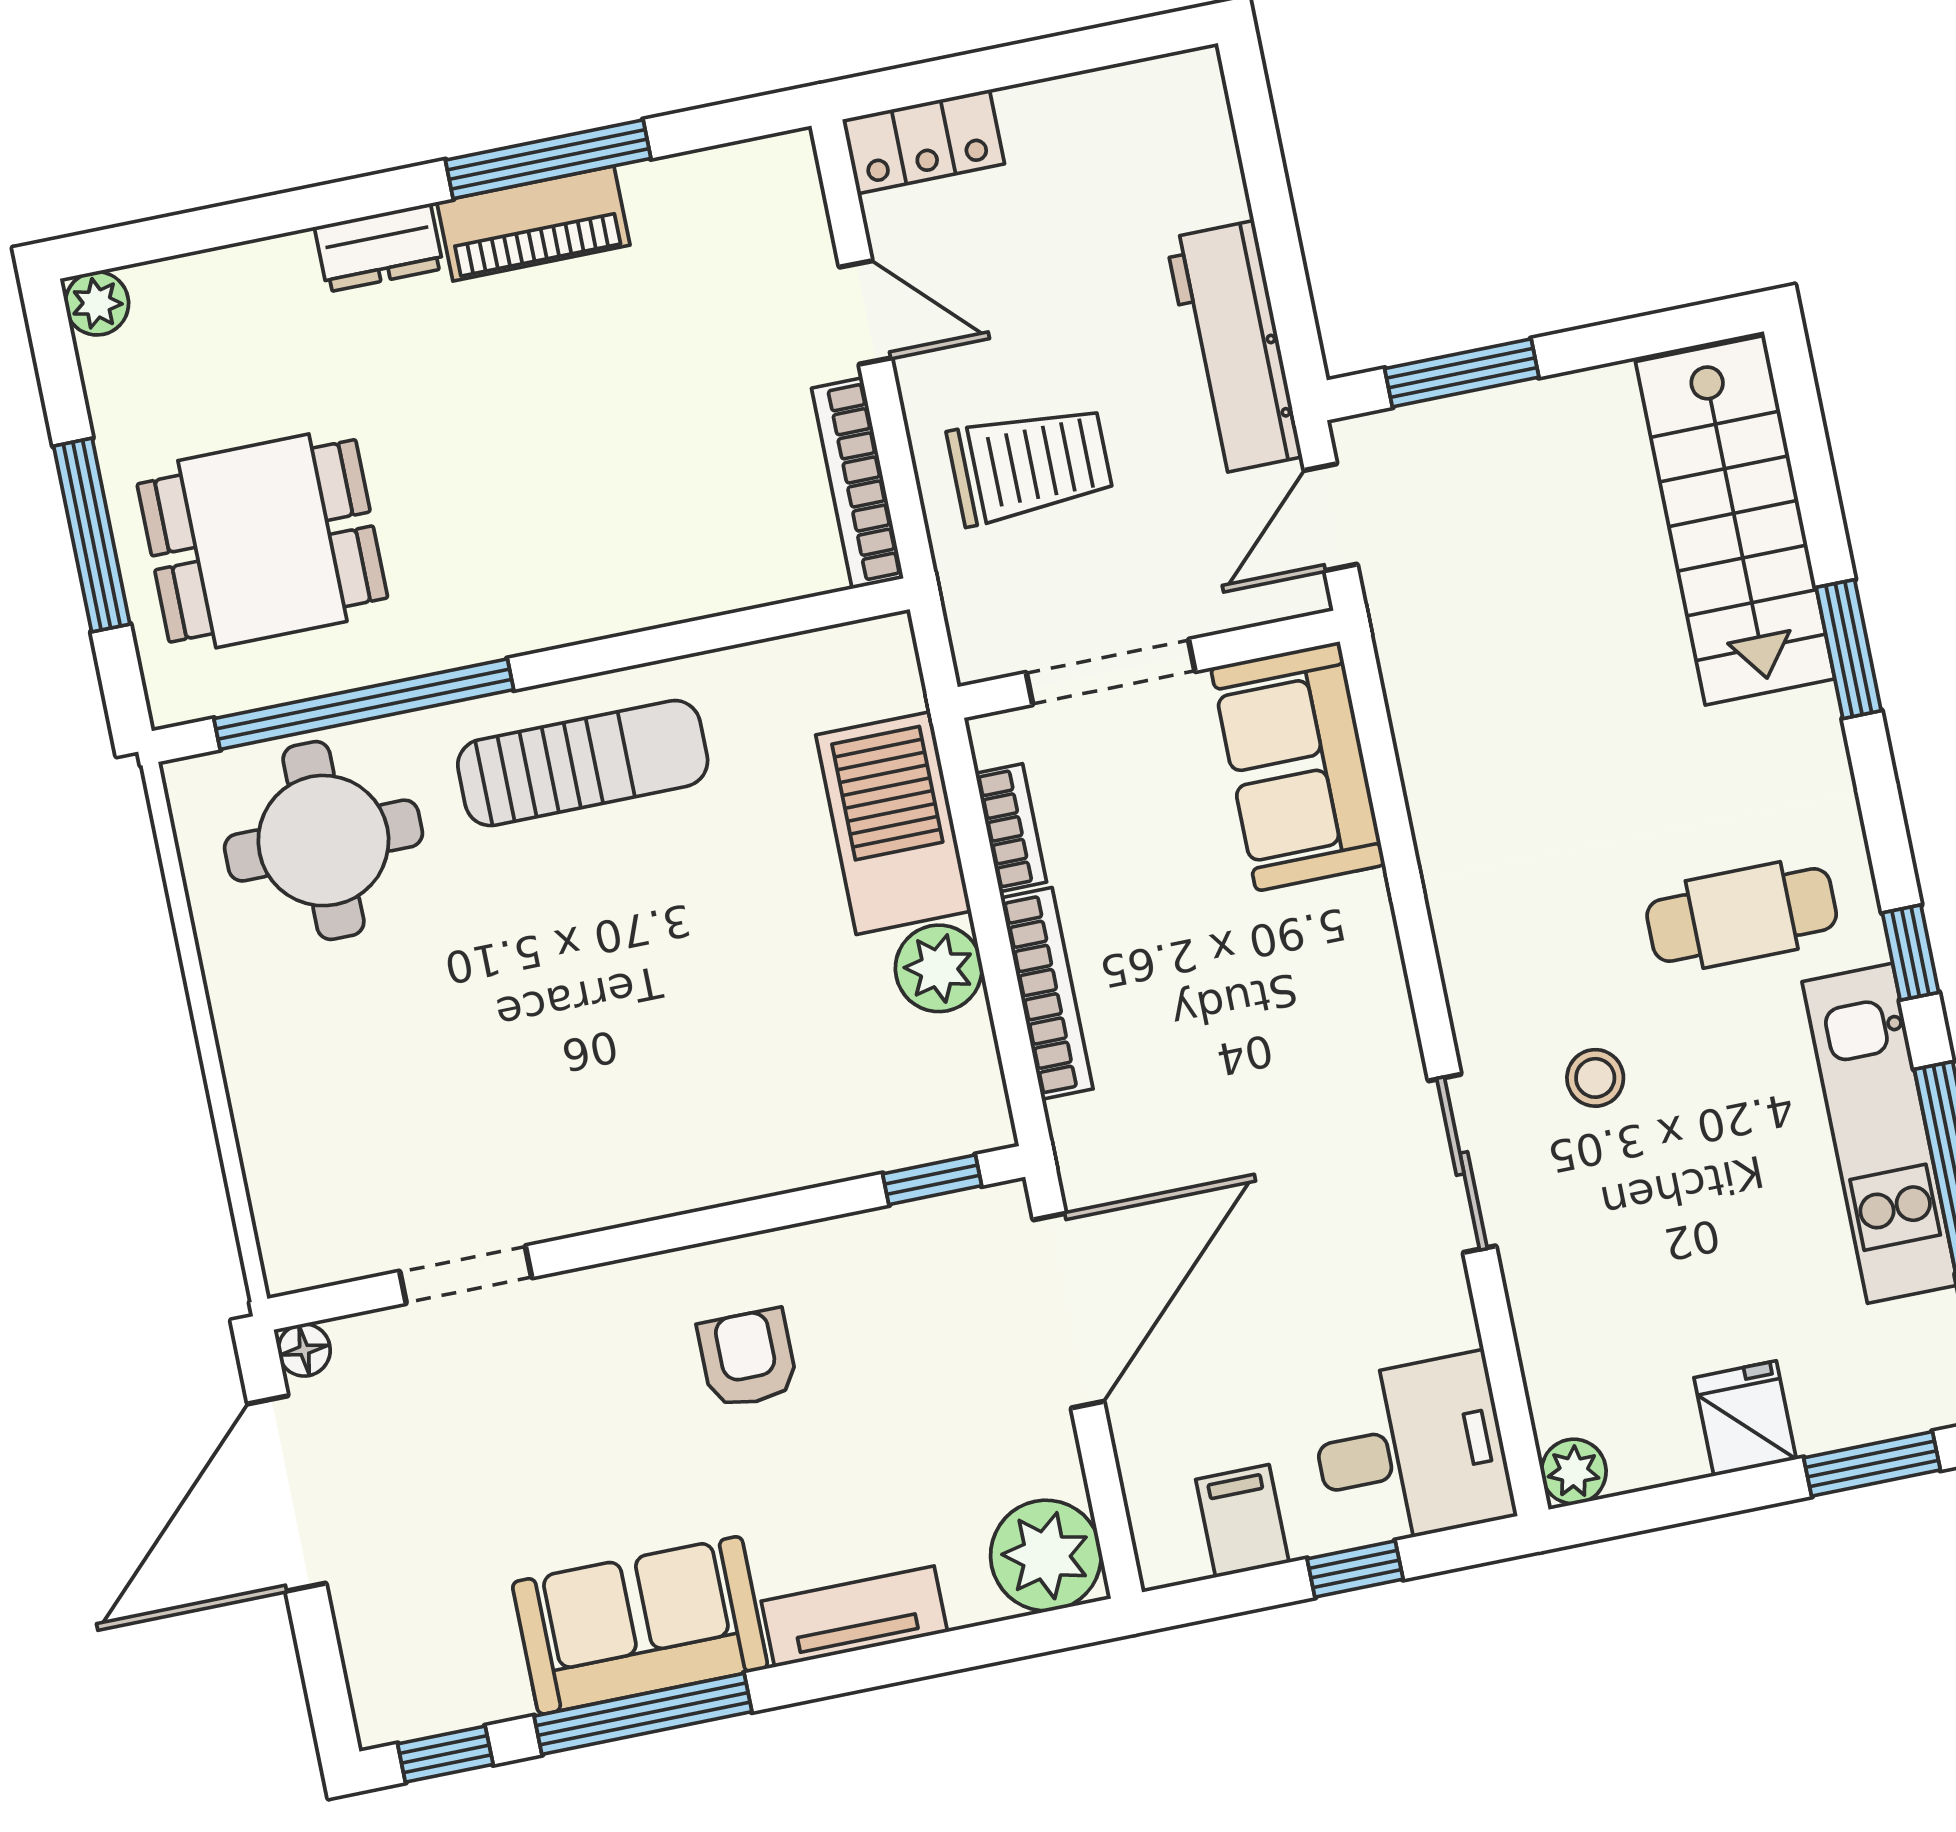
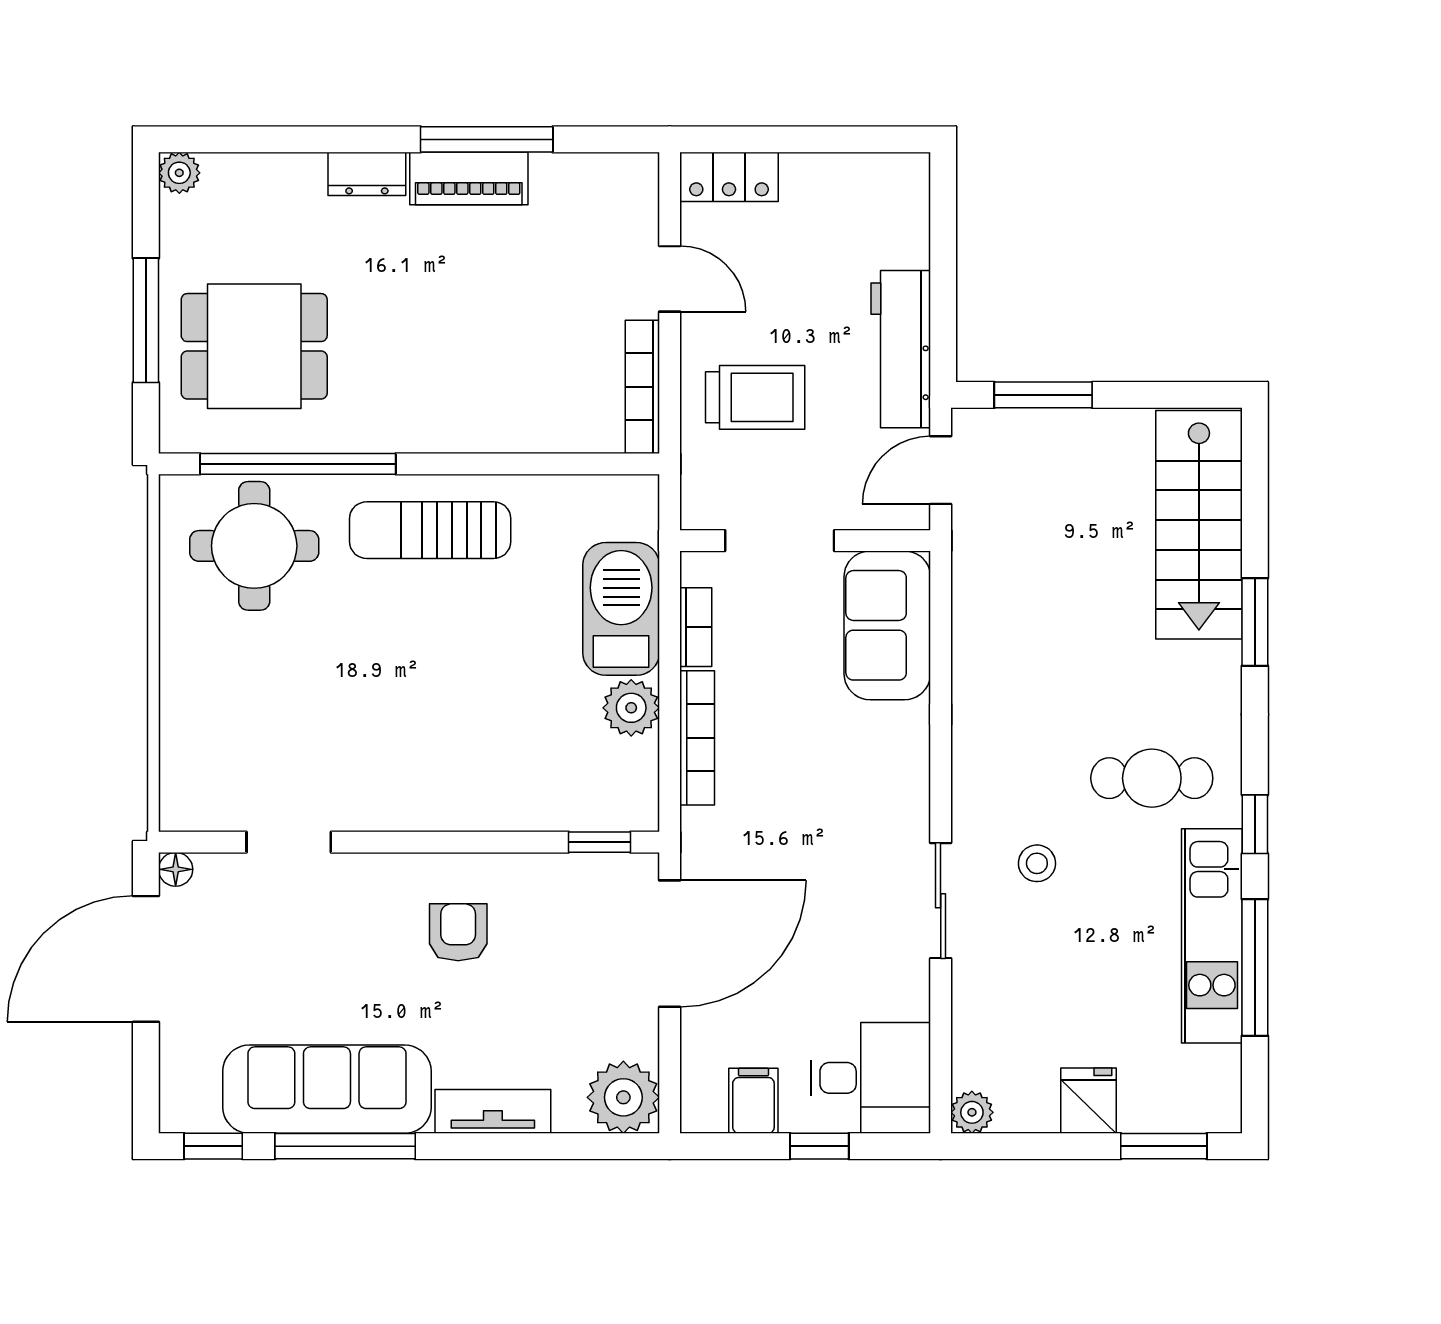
sun lounger: (583, 763) -> (430, 530), turned 180
sofa: (640, 1625) -> (327, 1089), width x1.36

